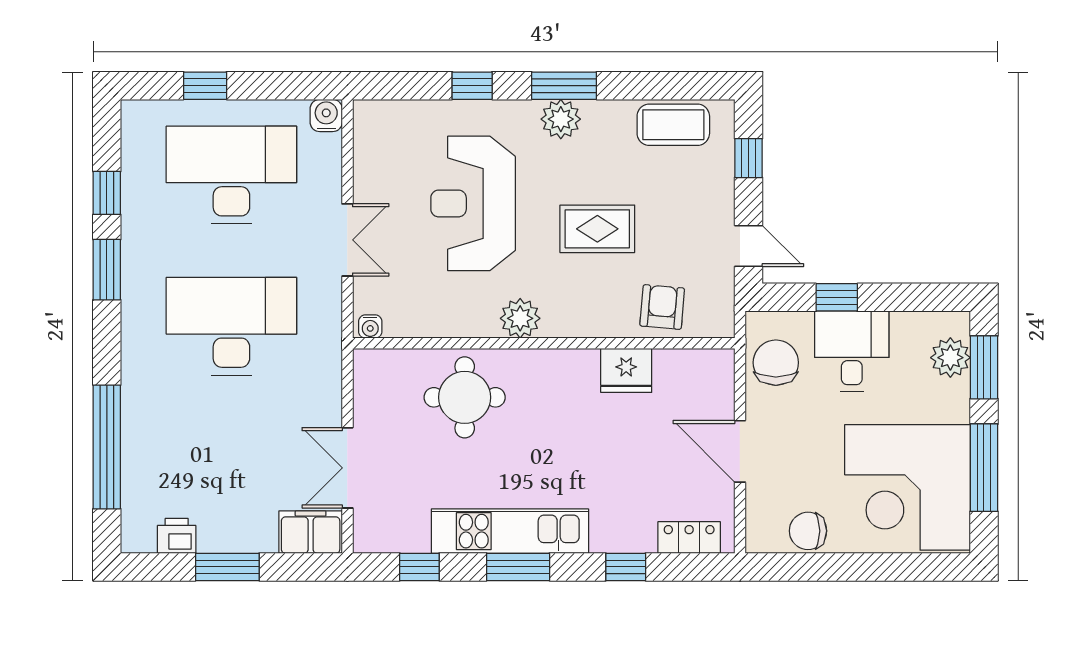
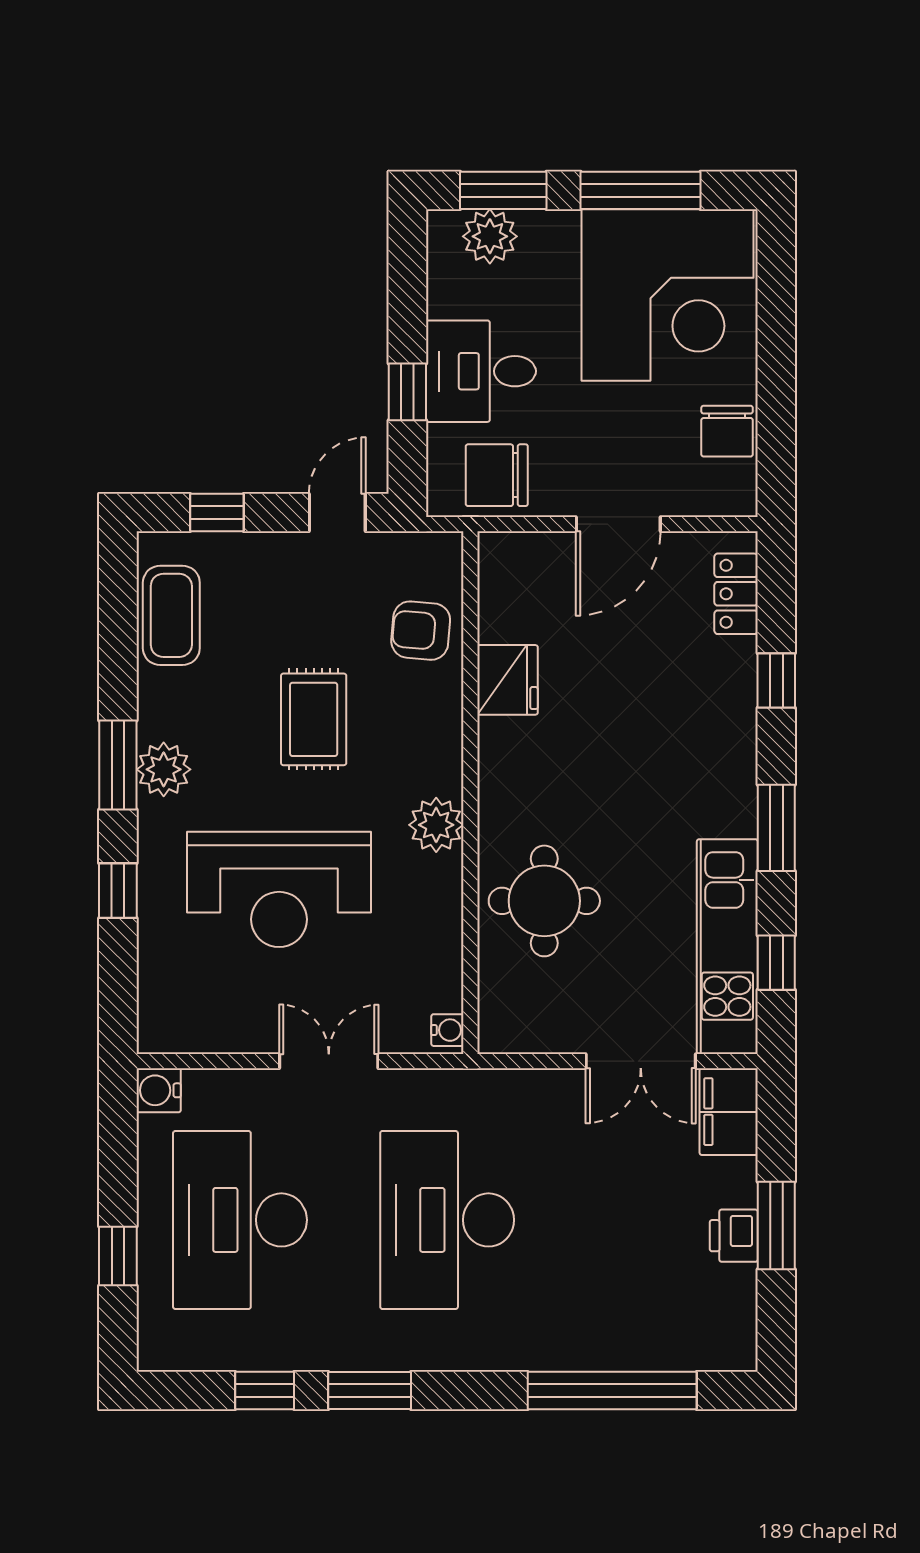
kitchen unit: (510, 531) -> (727, 947), moved
printer: (177, 536) -> (734, 1236), moved

